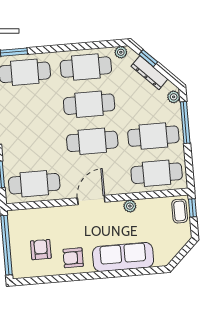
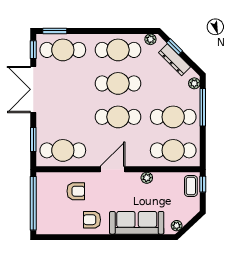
armchair: (41, 250) -> (76, 191), moved, turned 90
plant: (168, 256) -> (177, 226), added

